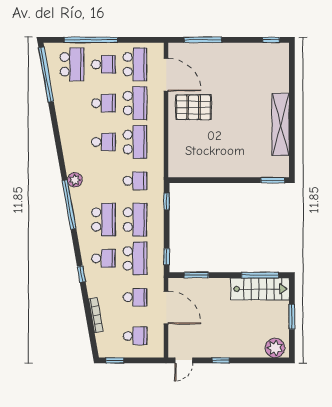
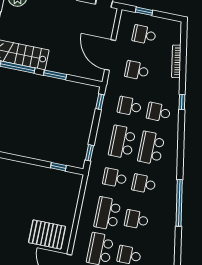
plant: (75, 180) -> (170, 190), removed
window: (196, 180) -> (58, 167), added
school desk: (103, 181) -> (144, 184), added
window: (69, 205) -> (179, 203), moved
school desk: (135, 258) -> (129, 106), width x0.54
window: (196, 275) -> (55, 75), moved
window: (115, 360) -> (144, 11), moved

